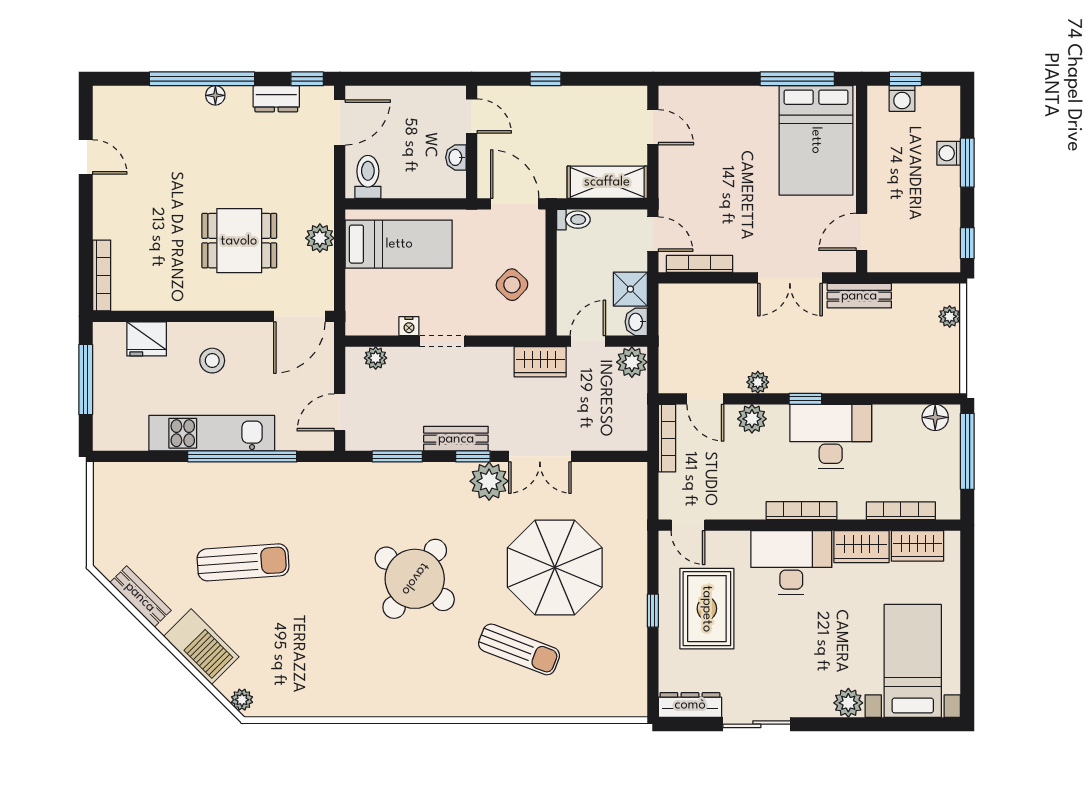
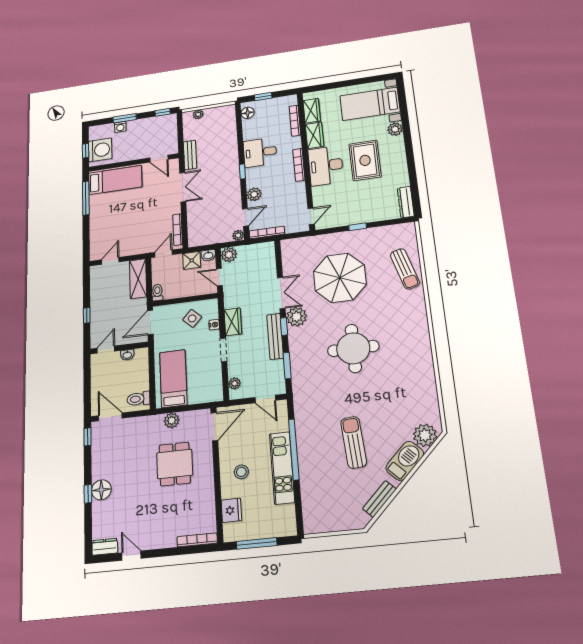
window: (202, 79) -> (88, 494), width x0.32
floor lamp: (215, 95) -> (101, 490), width x1.89, depth x1.89
washing machine: (902, 98) -> (100, 150), width x1.89, depth x1.89
dresser: (276, 99) -> (105, 547), moved, turned -90
bed: (816, 140) -> (115, 180), width x0.67
door: (86, 157) -> (131, 556), hinge flipped
door: (299, 316) -> (214, 427), hinge flipped
nightstand: (409, 326) -> (214, 325), moved
wardrobe: (540, 362) -> (233, 322), moved
plant: (758, 382) -> (238, 235), moved
desk: (831, 436) -> (260, 152), width x0.73
bench: (456, 439) -> (275, 336), width x1.36
window: (967, 451) -> (263, 96), width x0.46
round table: (415, 579) -> (353, 348), turned -36
rug: (707, 609) -> (365, 160), moved, turned 90
sun lounger: (519, 649) -> (405, 269), moved, turned 143
plant: (242, 700) -> (425, 435), width x1.88, depth x1.88
sliding door: (757, 724) -> (412, 169), removed

